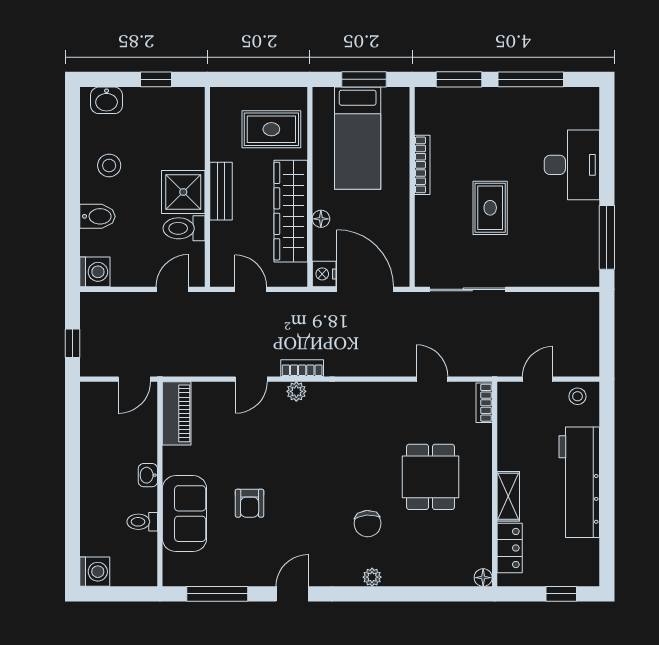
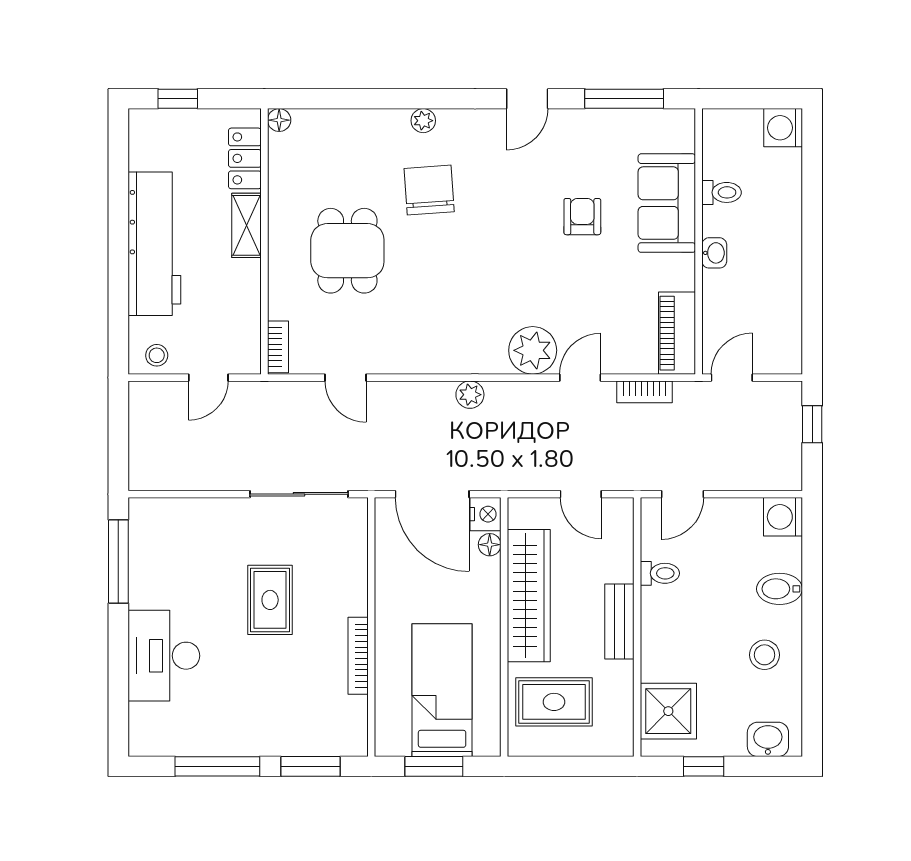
shower: (183, 192) -> (668, 711), moved
floor lamp: (321, 219) -> (490, 545), moved
toilet: (184, 228) -> (660, 573), width x0.73, depth x0.72
plant: (336, 366) -> (470, 395), added
bookcase: (302, 368) -> (645, 392), moved
plant: (296, 391) -> (533, 350), width x1.87, depth x1.87
chair: (368, 524) -> (429, 190), width x1.37, depth x1.37

